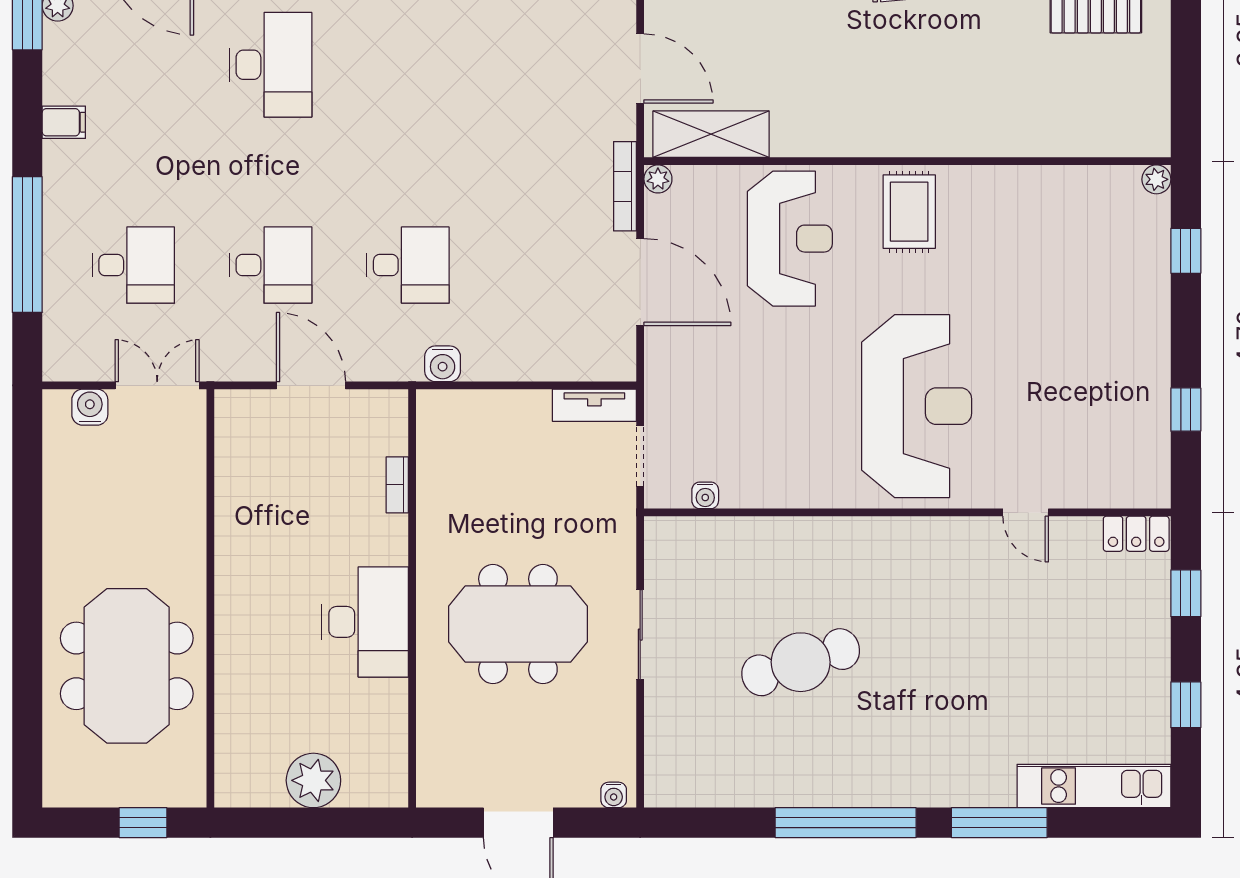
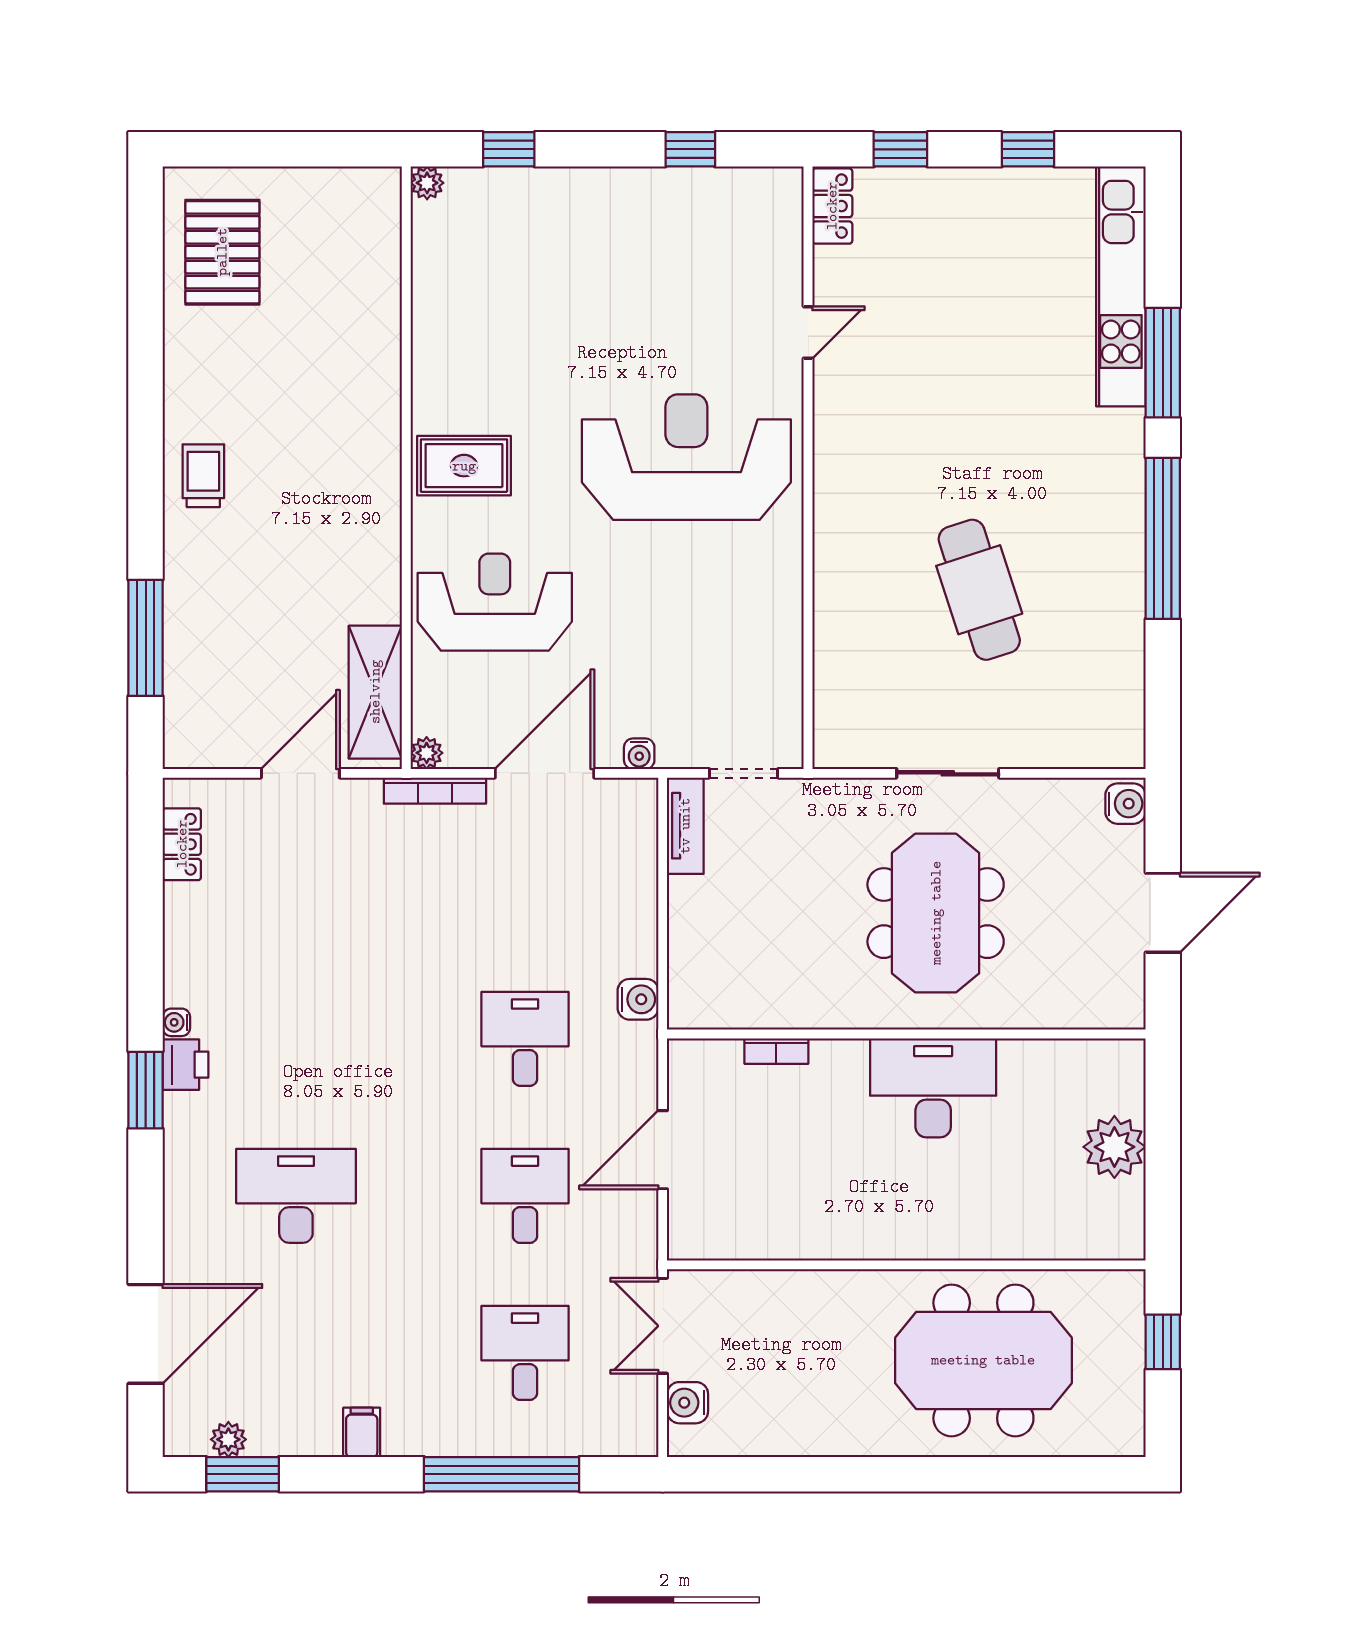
water cooler: (705, 495) -> (639, 754), moved, turned 90
kitchen unit: (1094, 786) -> (1121, 286), width x1.36
water cooler: (614, 795) -> (1125, 804), width x1.38, depth x1.38

